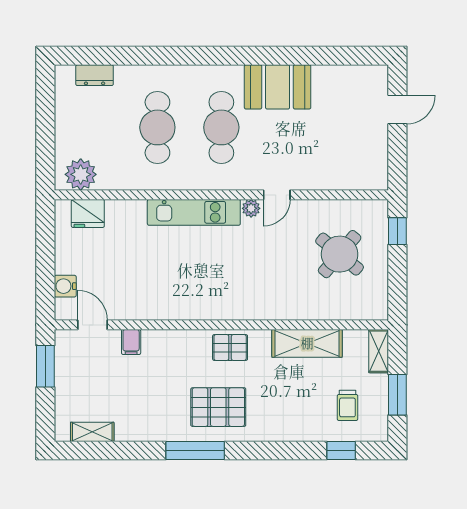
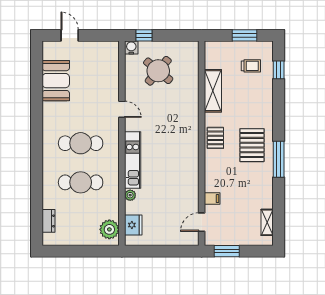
booth: (278, 87) -> (56, 81), moved
plant: (251, 208) -> (130, 195), moved
water cooler: (65, 286) -> (131, 47), moved, turned 180
shelving: (379, 351) -> (218, 47), removed

